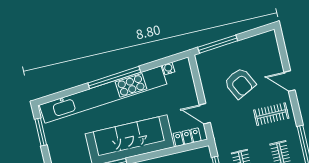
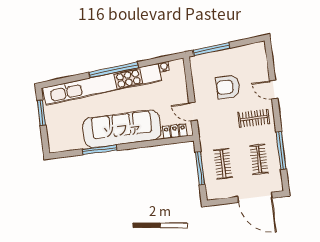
armchair: (240, 83) -> (228, 87), turned 117

